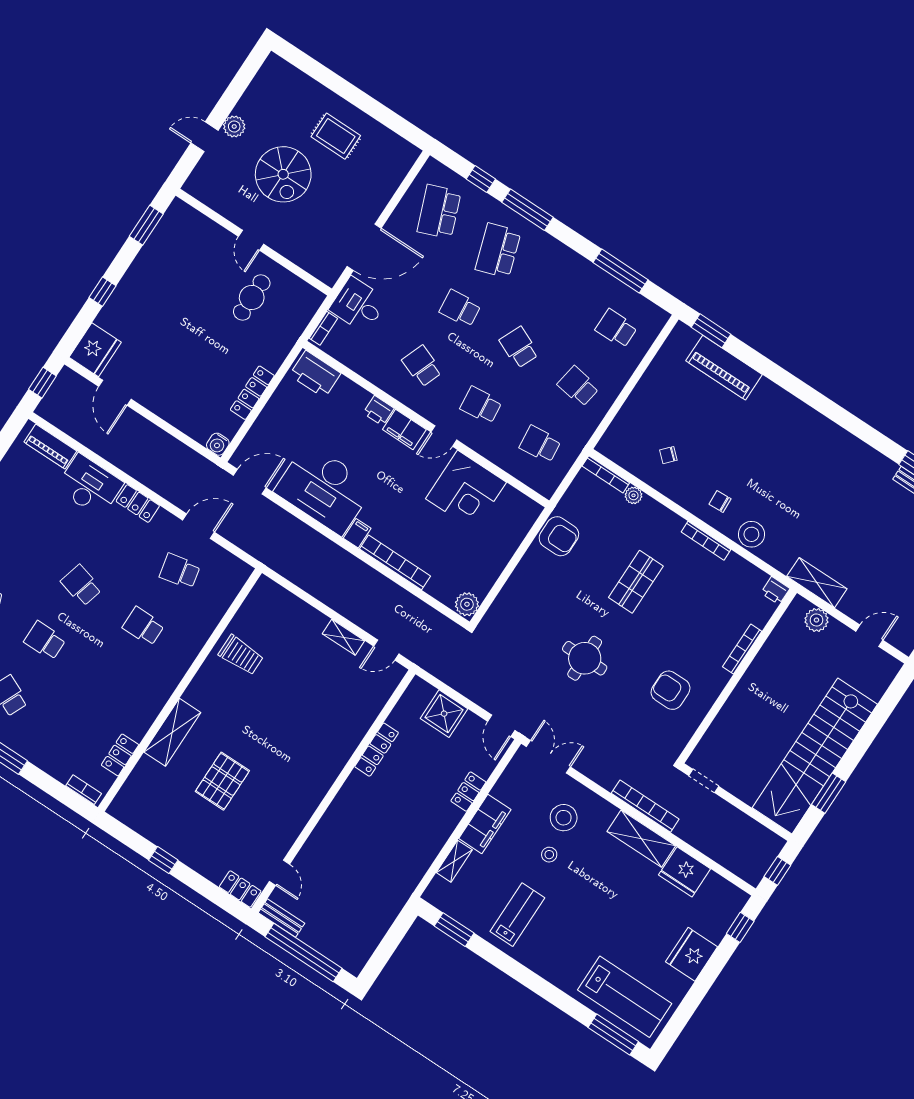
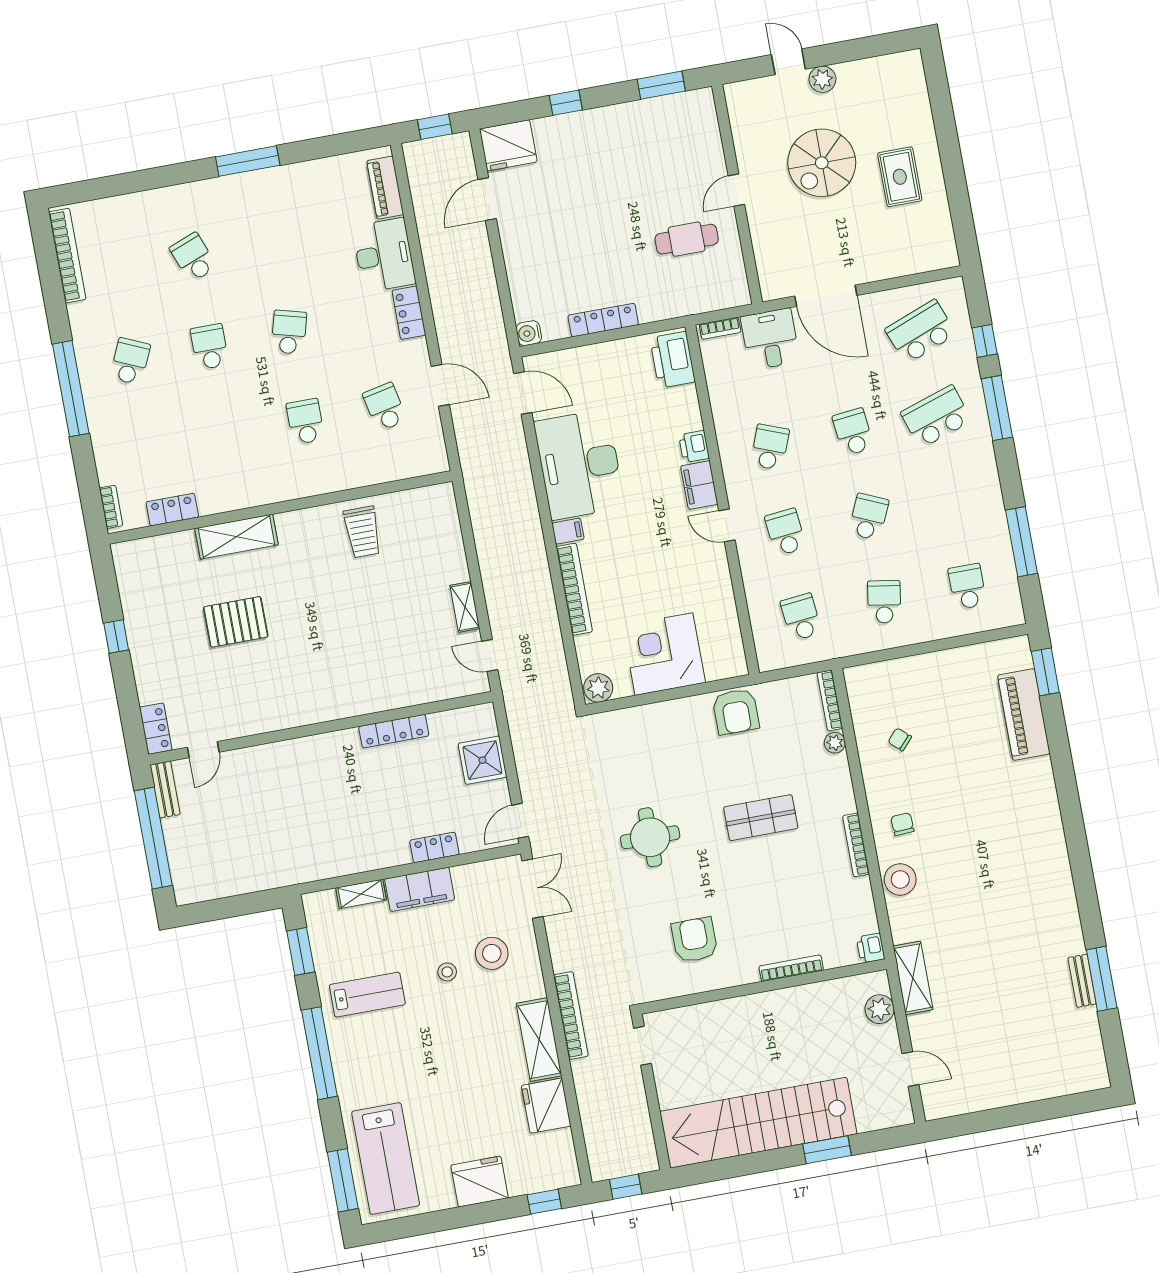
corner desk: (466, 490) -> (664, 654), moved, turned 90
window: (829, 793) -> (827, 1150), moved
window: (525, 976) -> (319, 1053), added

